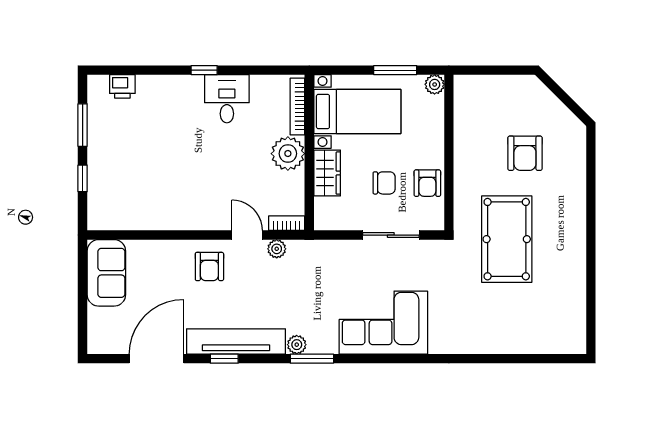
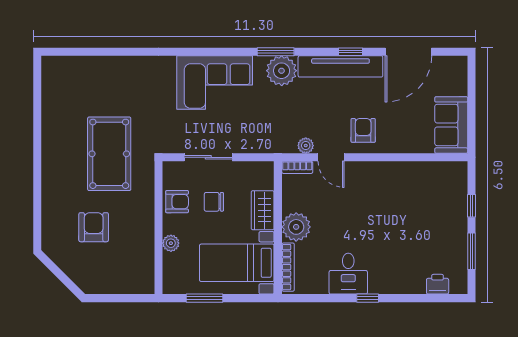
plant: (435, 84) -> (171, 243), moved
armchair: (427, 183) -> (177, 202), turned 90
plant: (297, 345) -> (282, 71), width x1.88, depth x1.88

